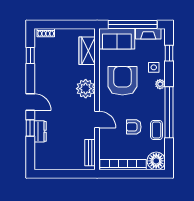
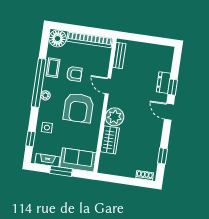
window: (133, 25) -> (61, 171), width x0.47
wardrobe: (87, 51) -> (110, 140), moved
armchair: (122, 81) -> (79, 108), moved
plant: (160, 84) -> (45, 95), moved

